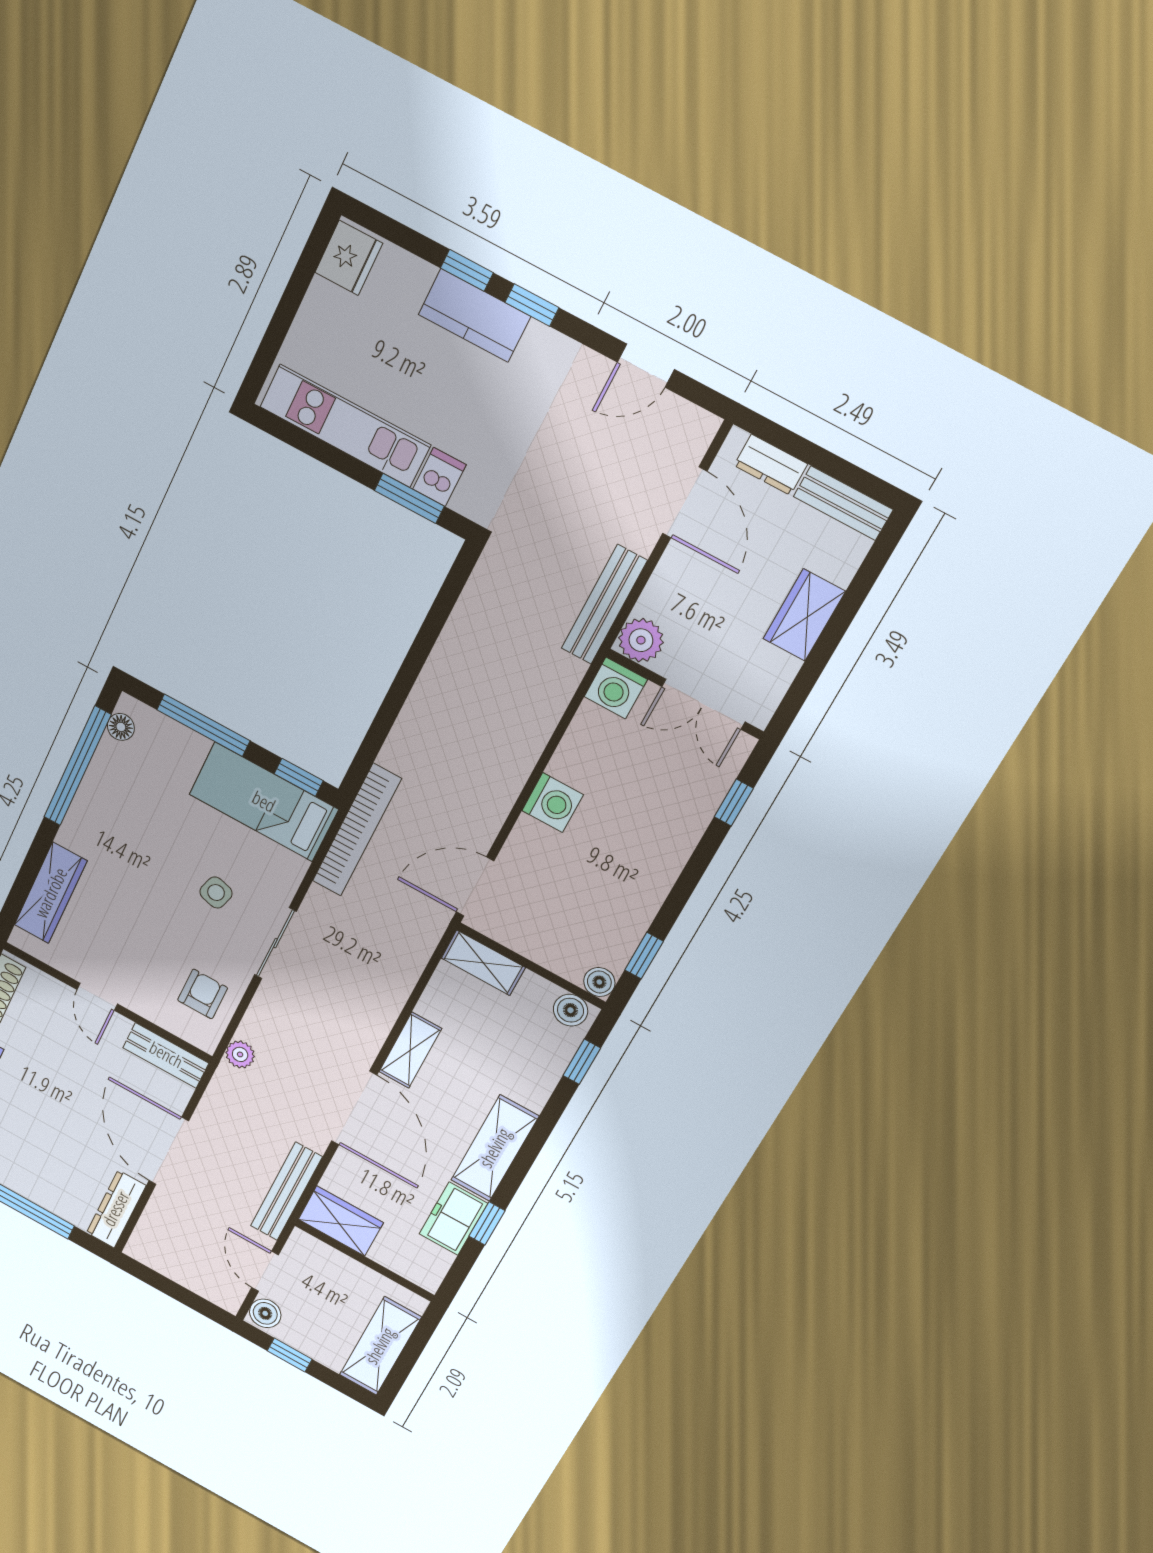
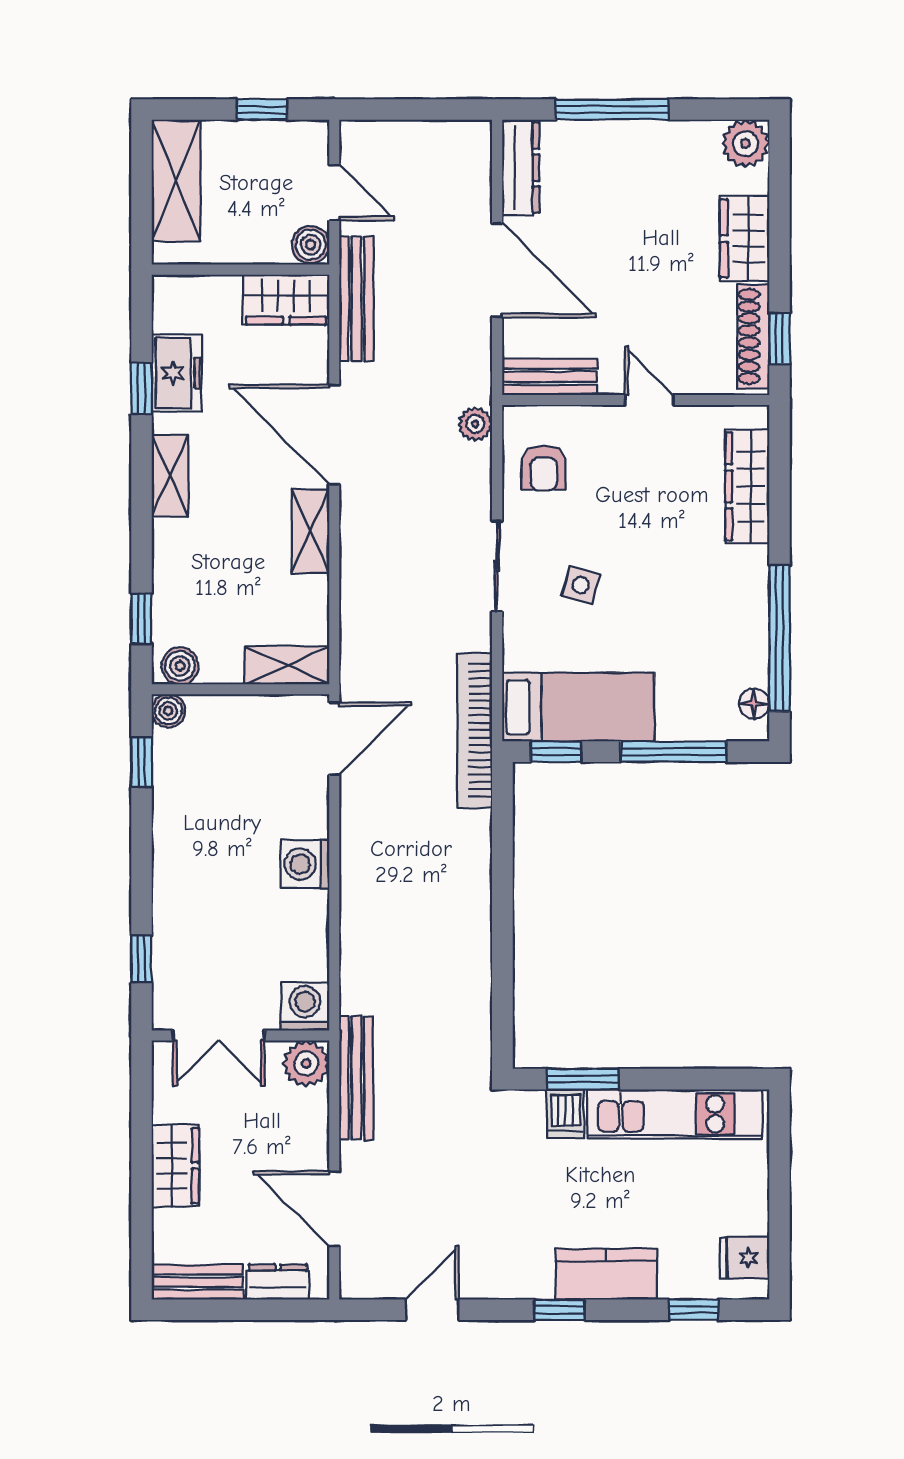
fridge: (349, 258) -> (745, 1258), width x0.72
window: (467, 270) -> (694, 1310), moved
double door: (703, 704) -> (219, 1036), swing flipped
shelving: (495, 1148) -> (170, 476), width x0.67, depth x0.75
boiler: (265, 1313) -> (311, 245), moved

